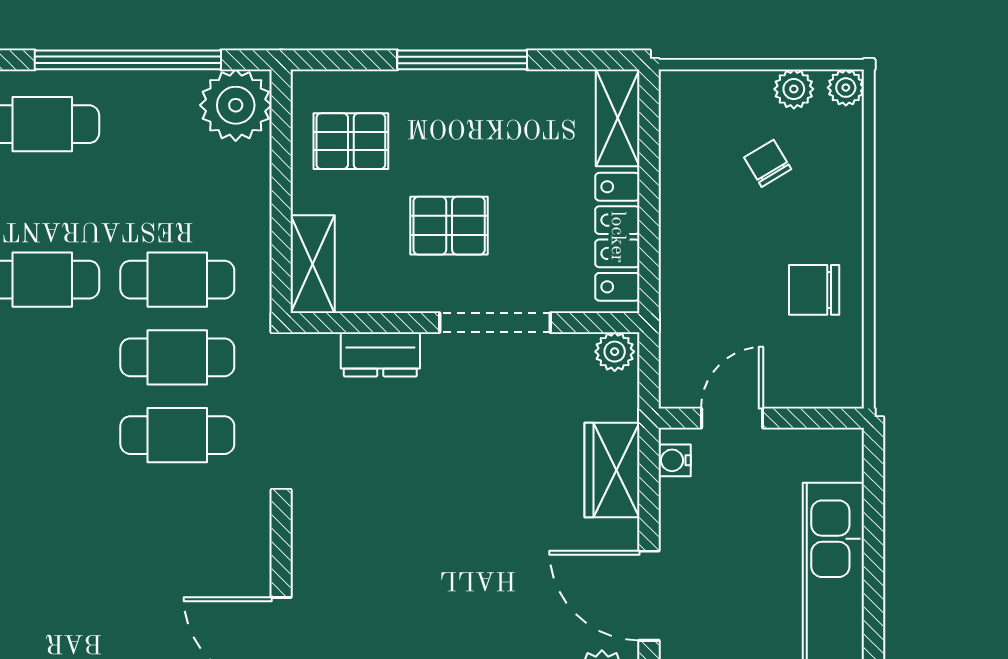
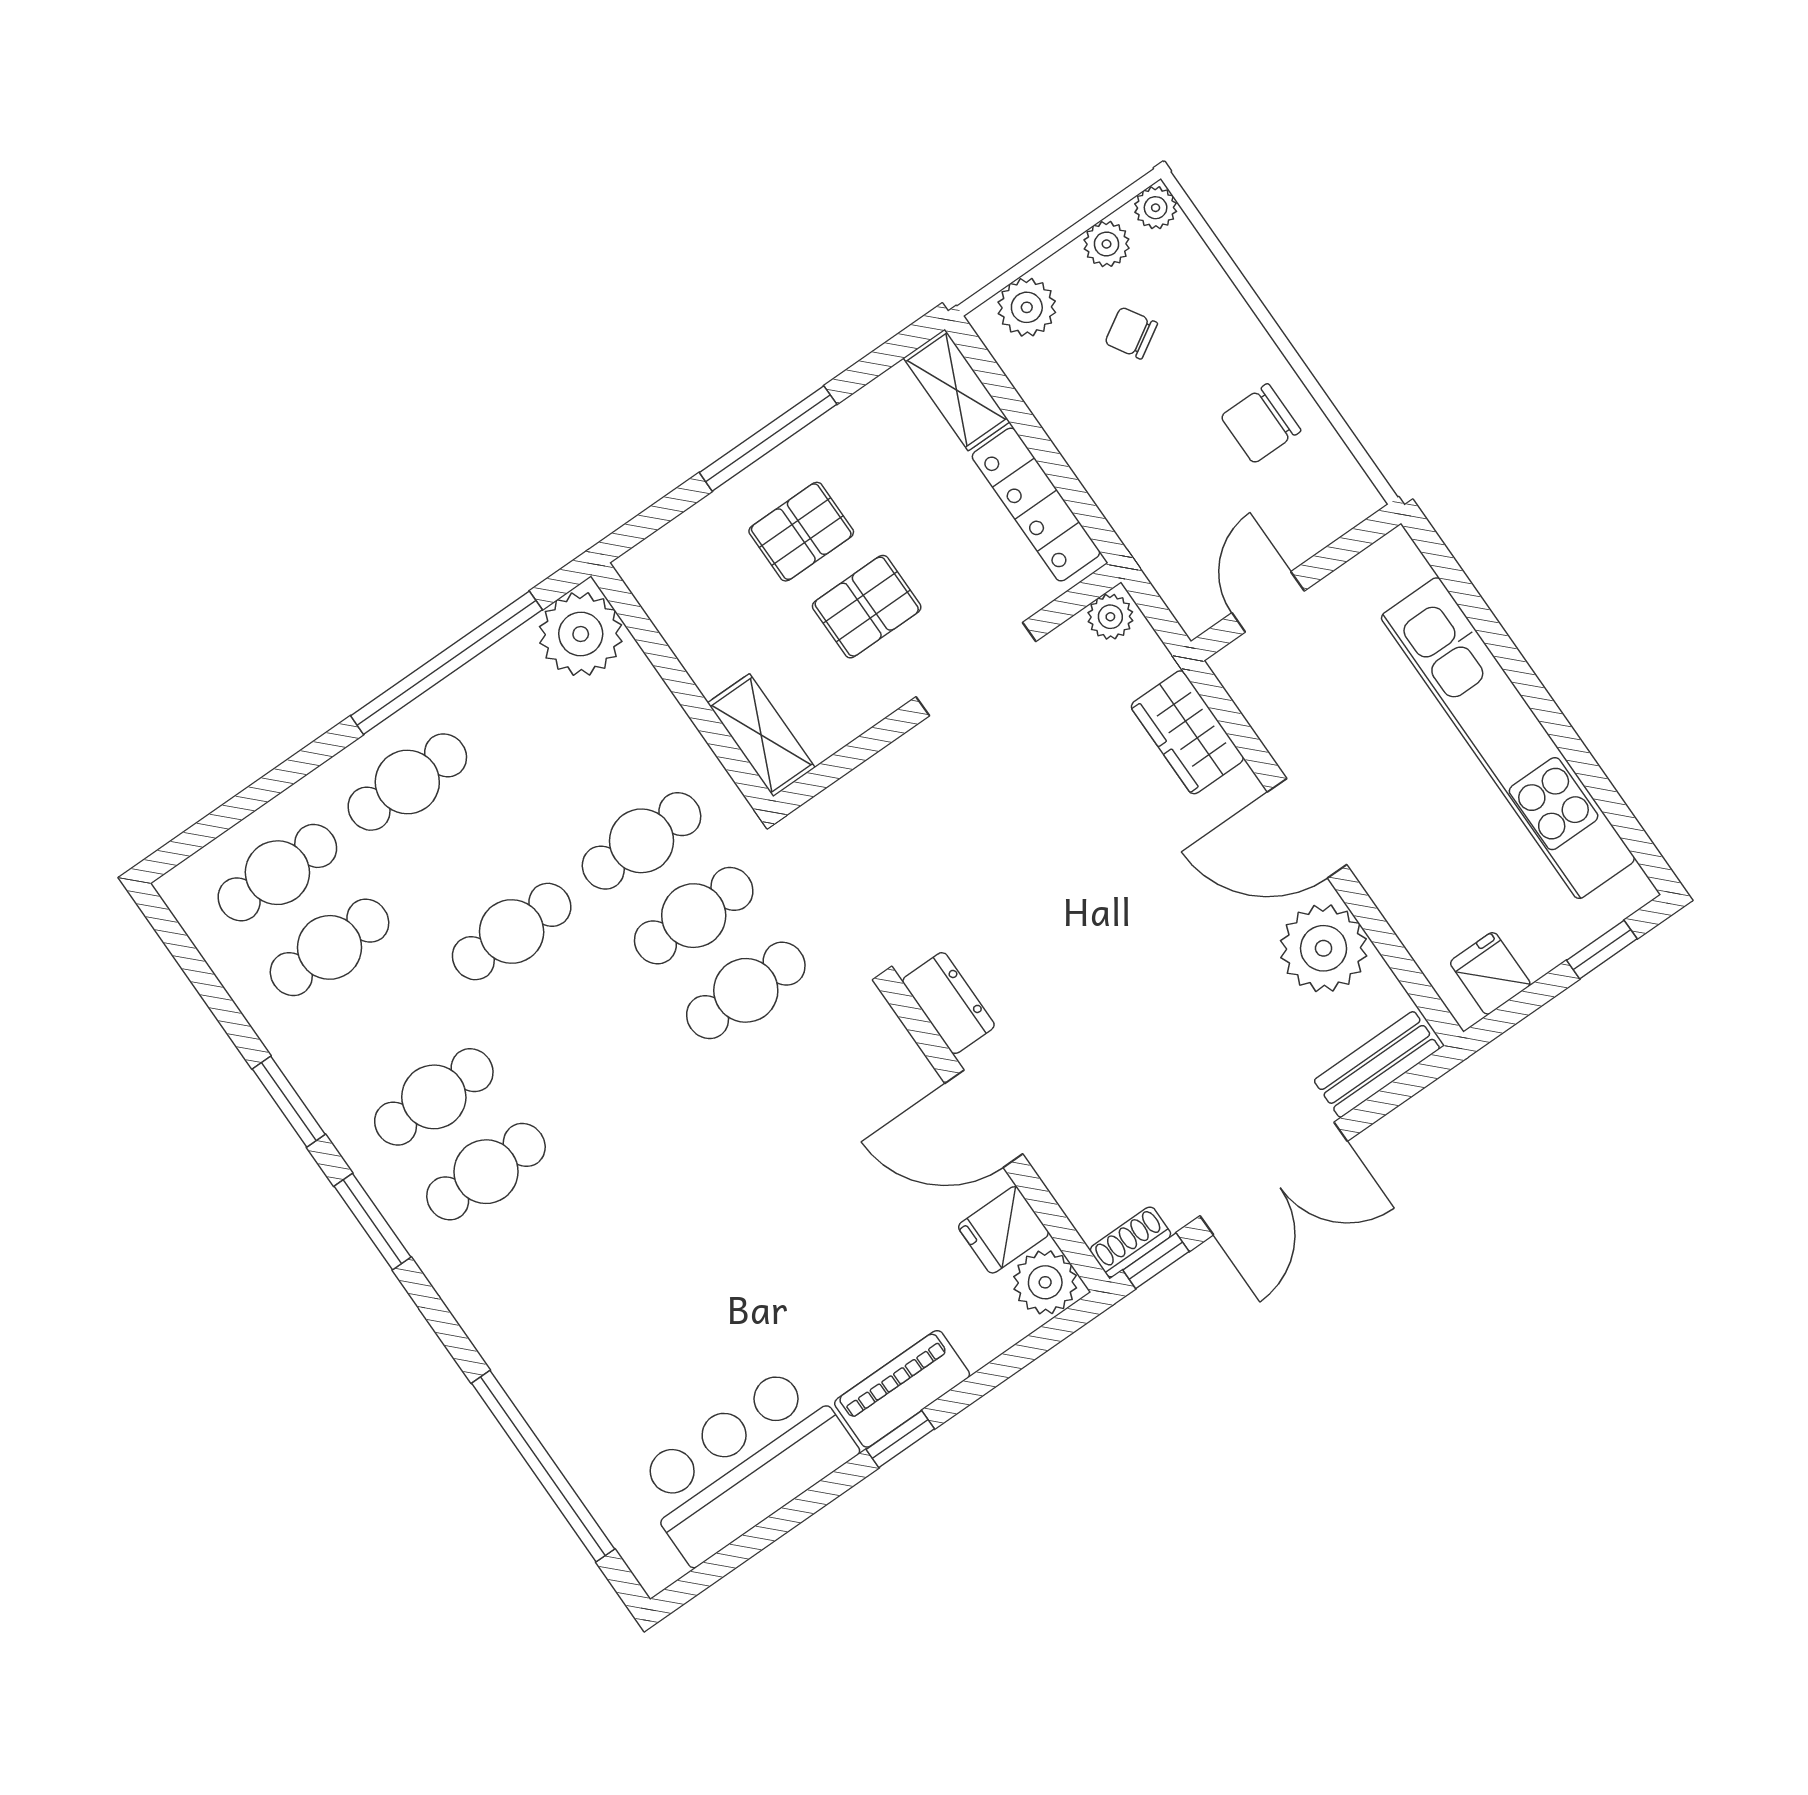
plant: (707, 94) -> (1027, 307), added
pallet: (351, 141) -> (801, 532), moved
dresser: (380, 354) -> (949, 1003), moved, turned -90
water cooler: (675, 460) -> (1241, 681), removed

